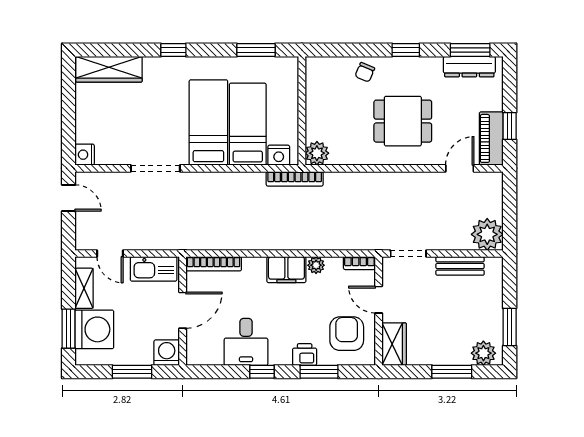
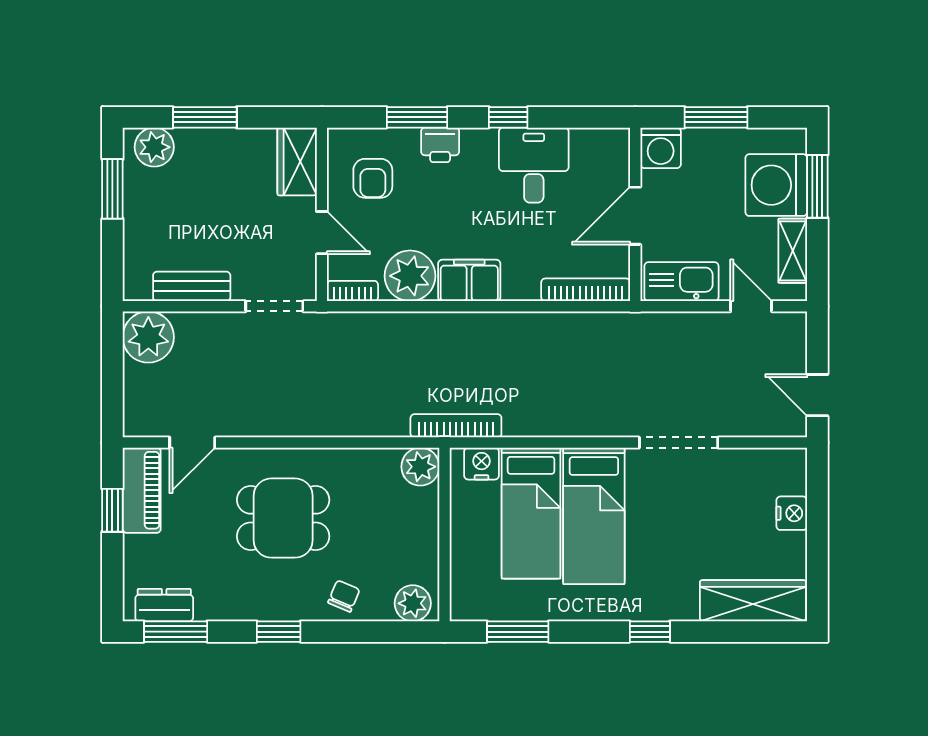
dresser: (469, 67) -> (164, 605), width x0.70
plant: (322, 68) -> (413, 603), added
nightstand: (85, 155) -> (792, 513), moved
plant: (316, 265) -> (410, 276), width x1.88, depth x1.88
armchair: (347, 334) -> (373, 178), width x0.72, depth x0.72

